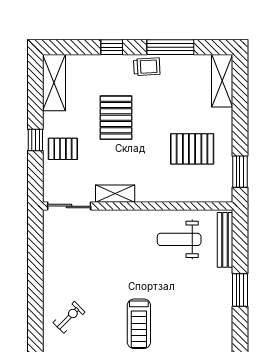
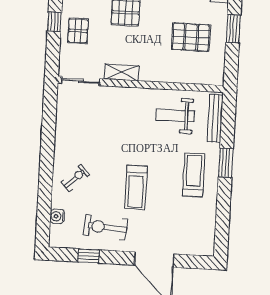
pallet: (63, 149) -> (78, 31), turned 90
window: (240, 172) -> (233, 29), moved
treadmill: (204, 306) -> (194, 175), added

